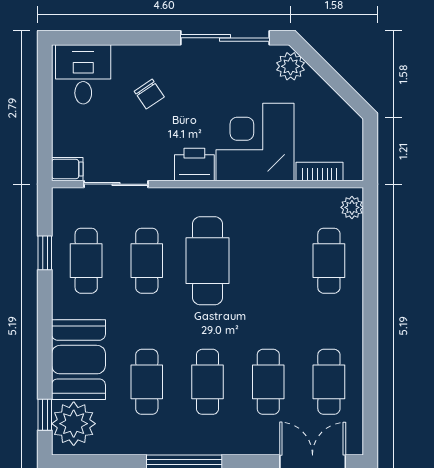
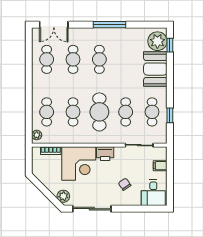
filing cabinet: (67, 169) -> (160, 166), moved
cafe table: (147, 382) -> (73, 112), moved

